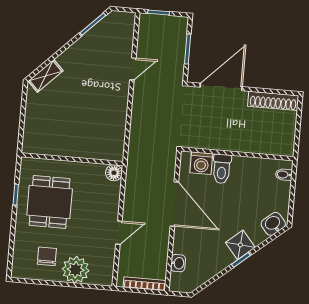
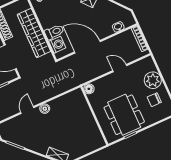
door: (133, 69) -> (27, 110), hinge flipped
boiler: (121, 95) -> (45, 109), added
wardrobe: (236, 139) -> (34, 33), added
dining table: (50, 202) -> (124, 115), width x1.38
door: (174, 204) -> (87, 47), hinge flipped

